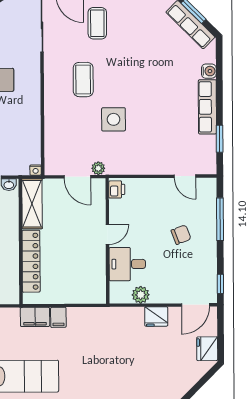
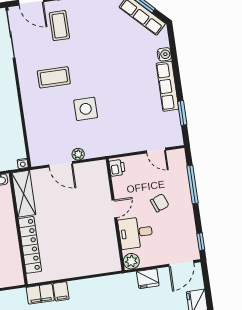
coffee table: (83, 80) -> (54, 77), turned 90
printer: (117, 189) -> (117, 168), moved
door: (107, 234) -> (114, 209), moved
wall: (107, 241) -> (115, 215), moved
desk: (127, 264) -> (136, 233), moved

